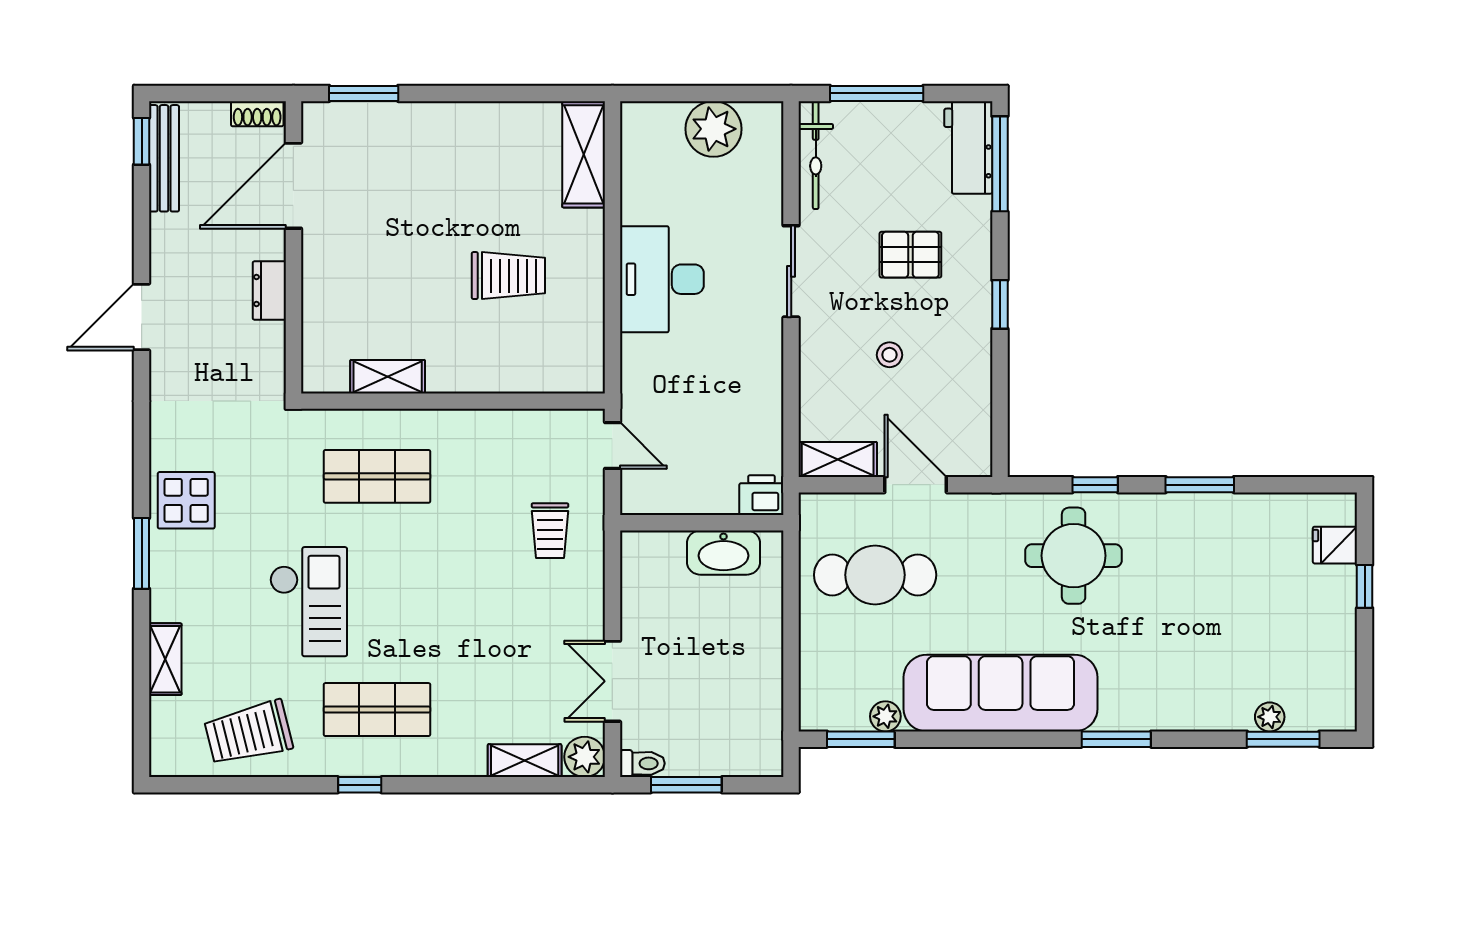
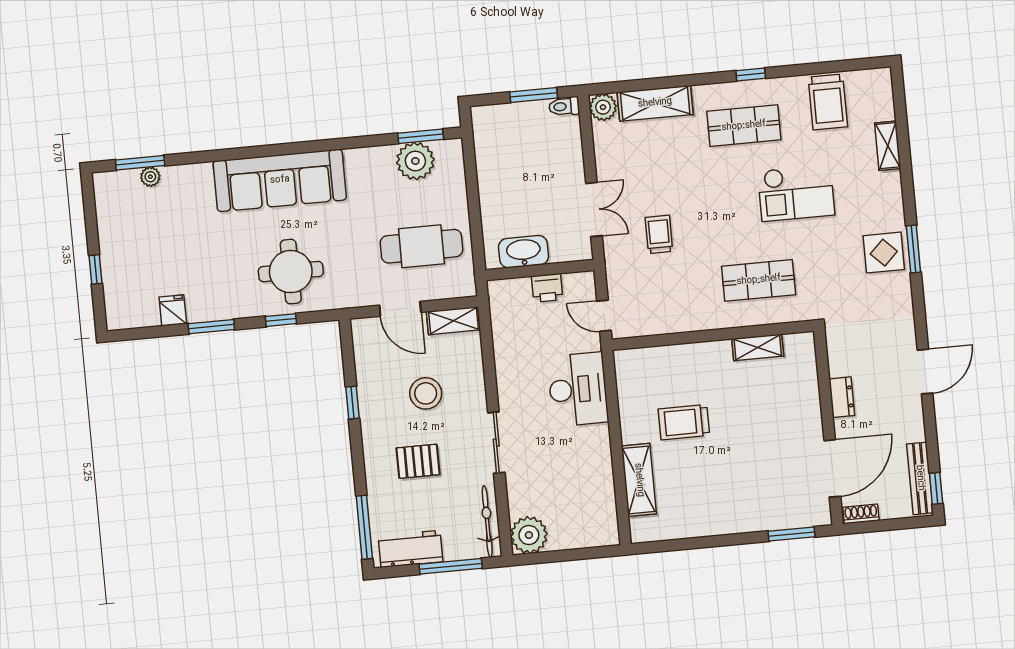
plant: (713, 129) -> (529, 535), moved
workbench: (968, 147) -> (410, 549), moved, turned -90
shelving: (584, 154) -> (639, 480), moved
desk: (662, 279) -> (578, 389), moved
window: (1000, 304) -> (353, 403), moved
stool: (889, 355) -> (426, 393), width x1.89, depth x1.89
printer: (761, 495) -> (547, 288), moved
trolley: (550, 531) -> (659, 234), moved
fridge: (1335, 545) -> (173, 310), moved, turned -90
window: (142, 553) -> (913, 249), moved
checkout: (309, 602) -> (796, 193), turned -90
double door: (612, 681) -> (594, 210), moved
sofa: (1001, 693) -> (280, 180), moved
plant: (885, 716) -> (415, 161), width x1.88, depth x1.88
trolley: (248, 733) -> (828, 102), turned 104
window: (1116, 739) -> (251, 152), removed
shelving: (525, 761) -> (655, 103), width x1.50, depth x1.33

